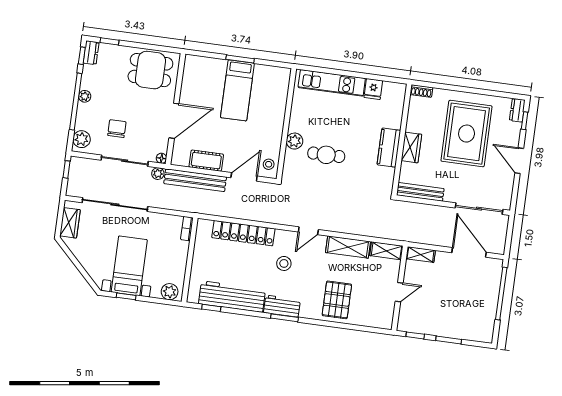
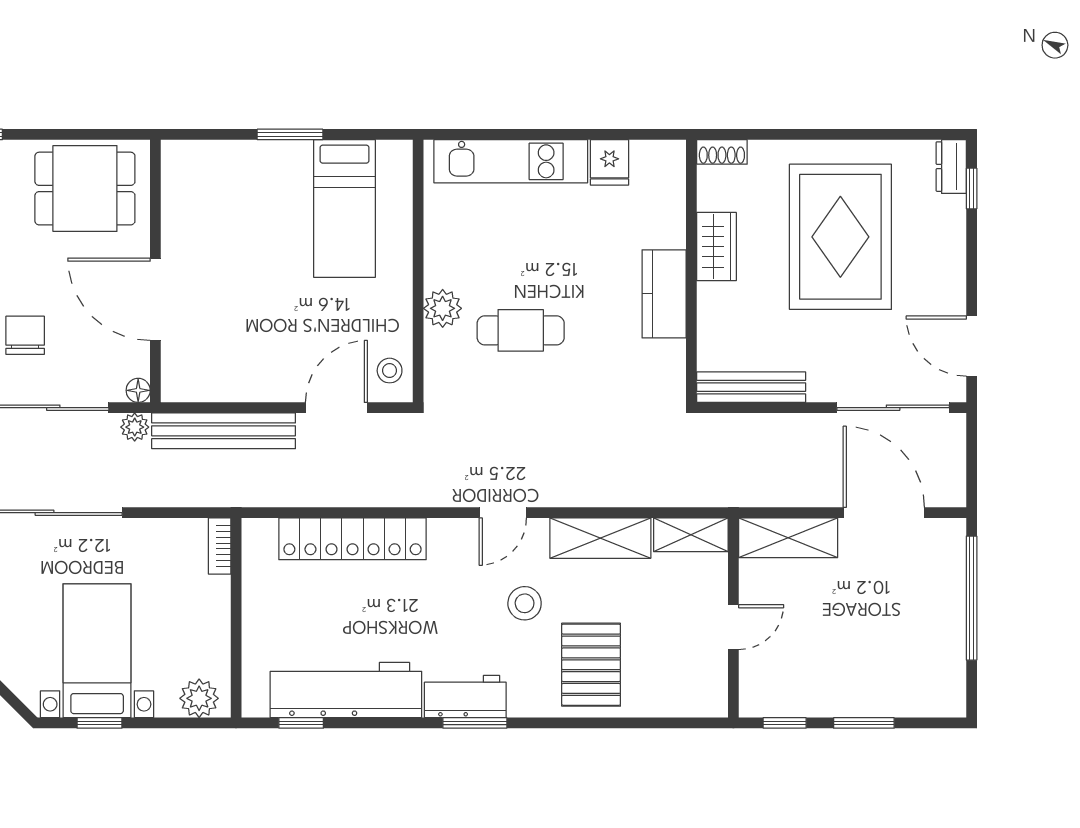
bed: (237, 90) -> (344, 208), moved
door: (174, 121) -> (155, 299), swing flipped
wardrobe: (411, 147) -> (716, 247), moved
cot: (206, 161) -> (243, 382), removed
door: (519, 161) -> (972, 346), moved
shelving: (421, 255) -> (788, 538), width x1.50, depth x1.33
stool: (284, 263) -> (525, 603), moved

